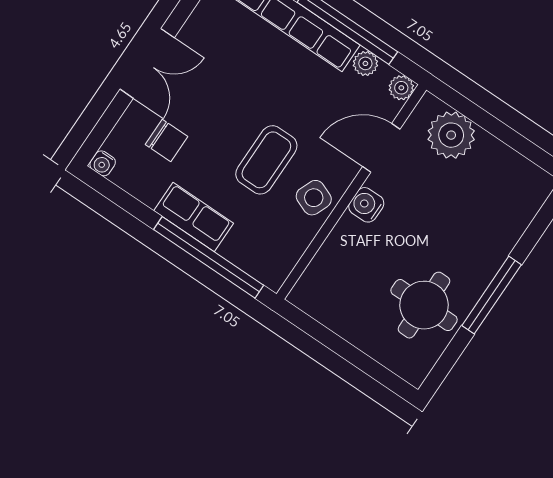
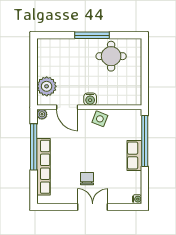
plant: (365, 63) -> (42, 132), removed
chair: (166, 140) -> (87, 179), moved
coffee table: (266, 160) -> (98, 144), removed

